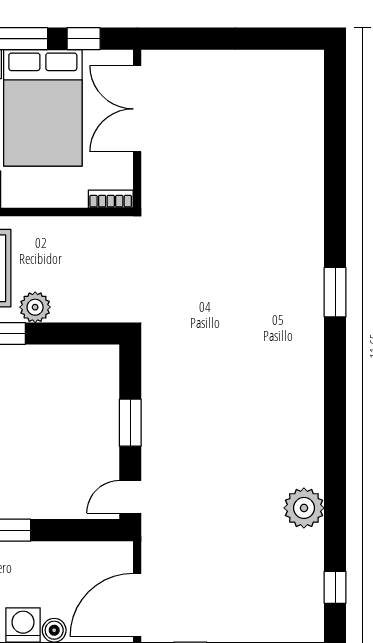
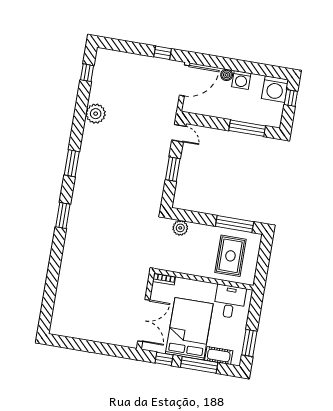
plant: (35, 307) -> (180, 228), moved
window: (335, 400) -> (72, 163), added
door: (130, 497) -> (179, 133), hinge flipped

